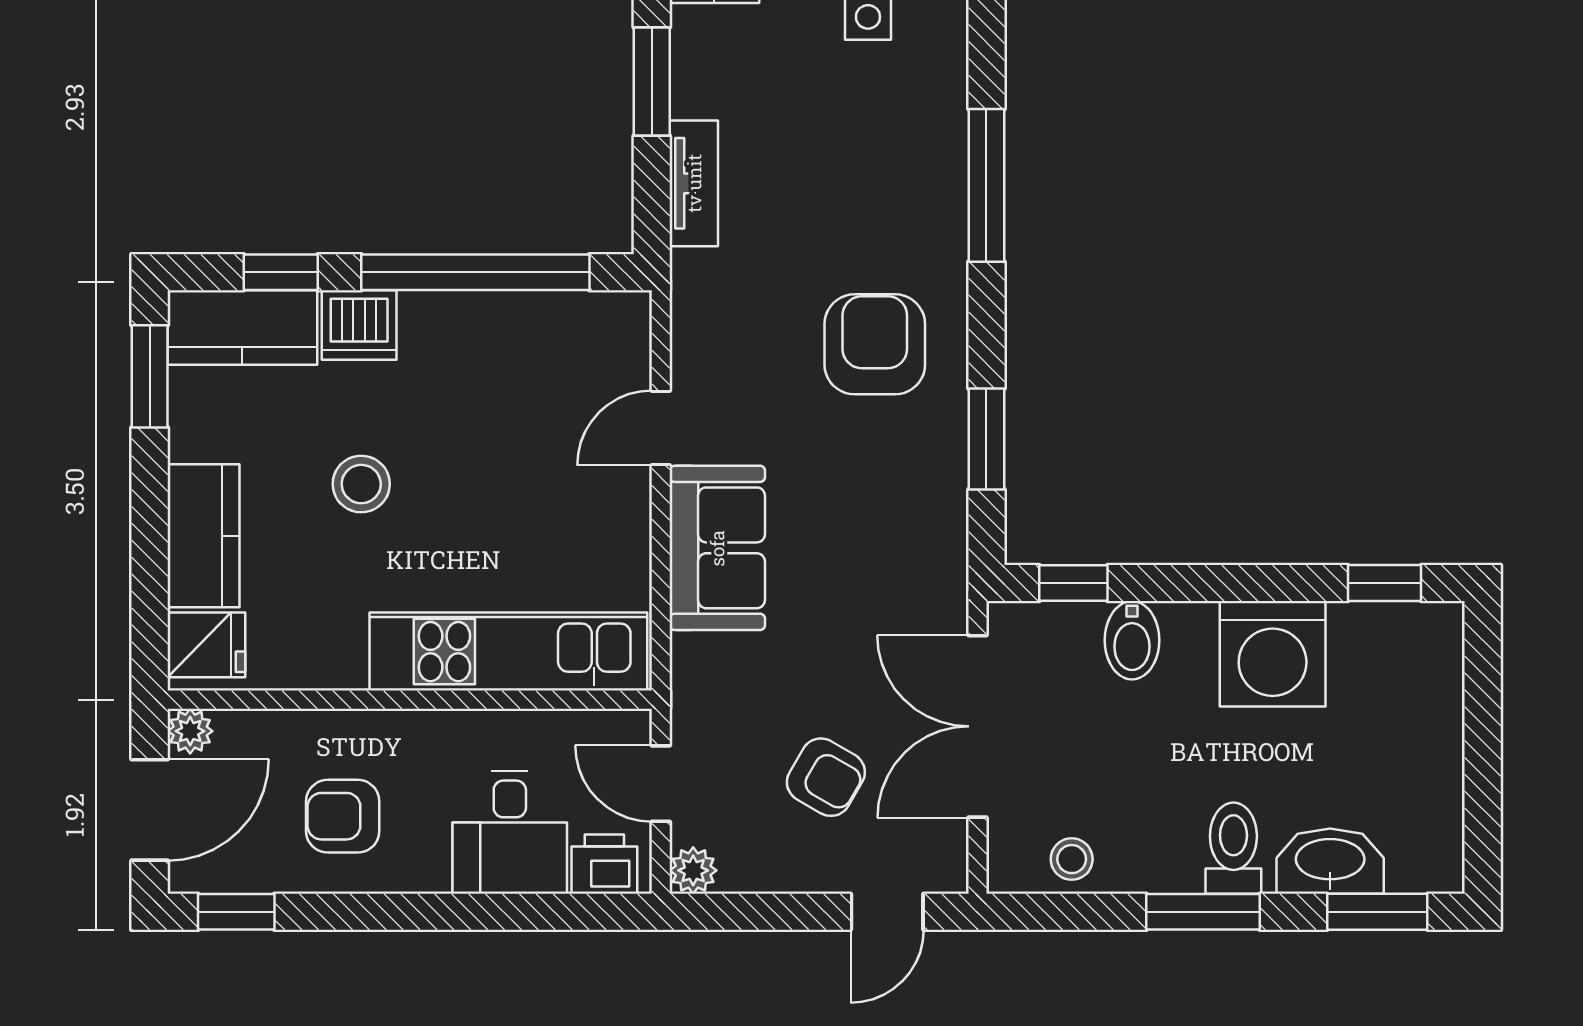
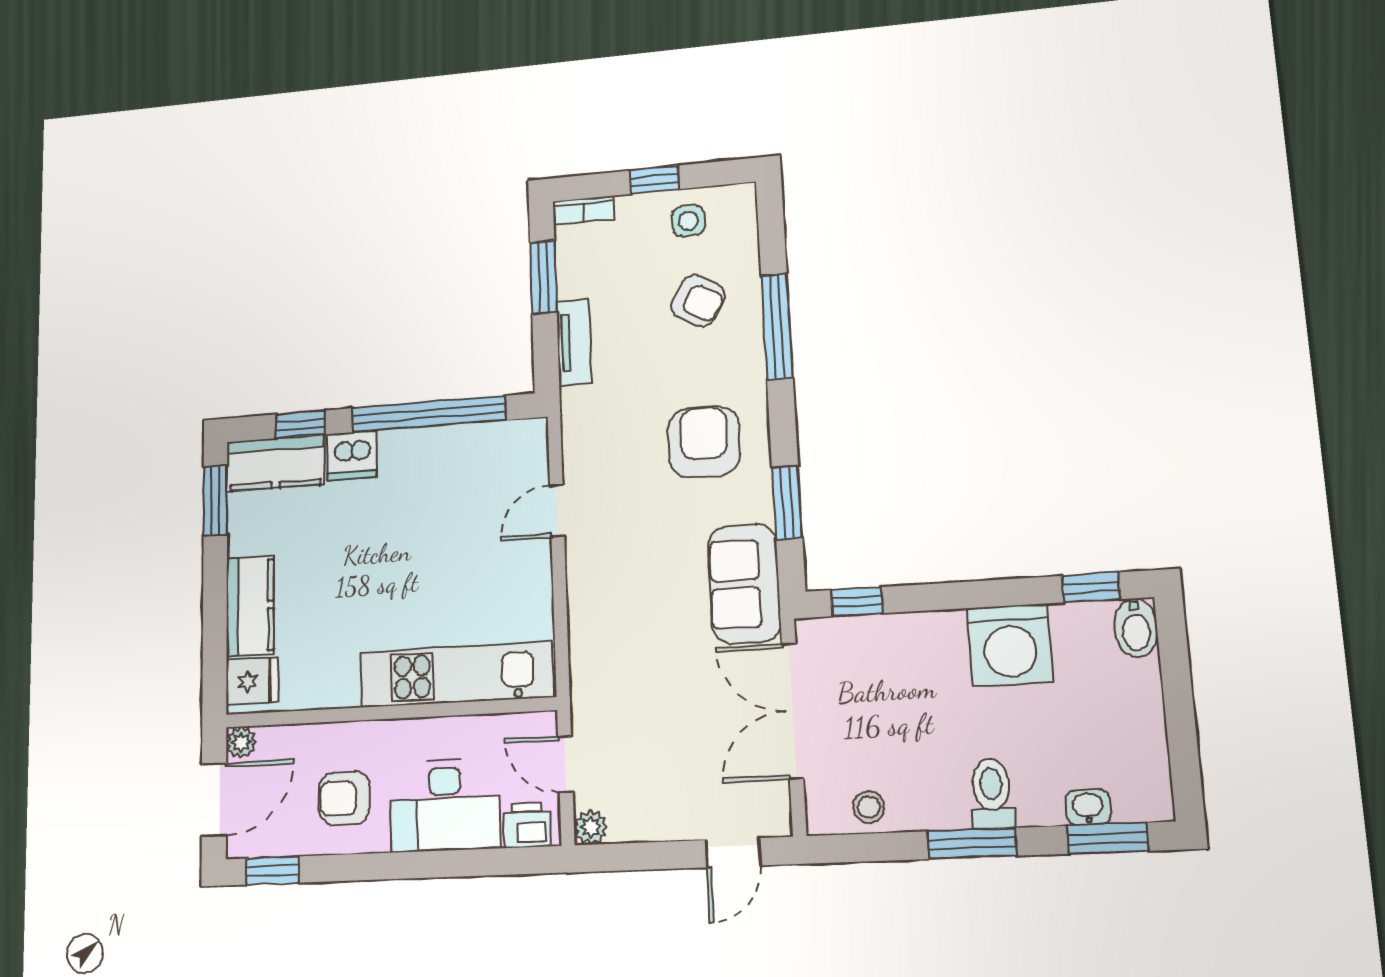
stool: (361, 484) -> (354, 563), removed
sofa: (717, 548) -> (744, 584), moved, turned 180
bidet: (1132, 640) -> (1136, 628), moved
armchair: (826, 777) -> (698, 301), moved
desk: (510, 832) -> (445, 805), width x1.37
washbasin: (1330, 861) -> (1088, 807), width x0.52, depth x0.69

